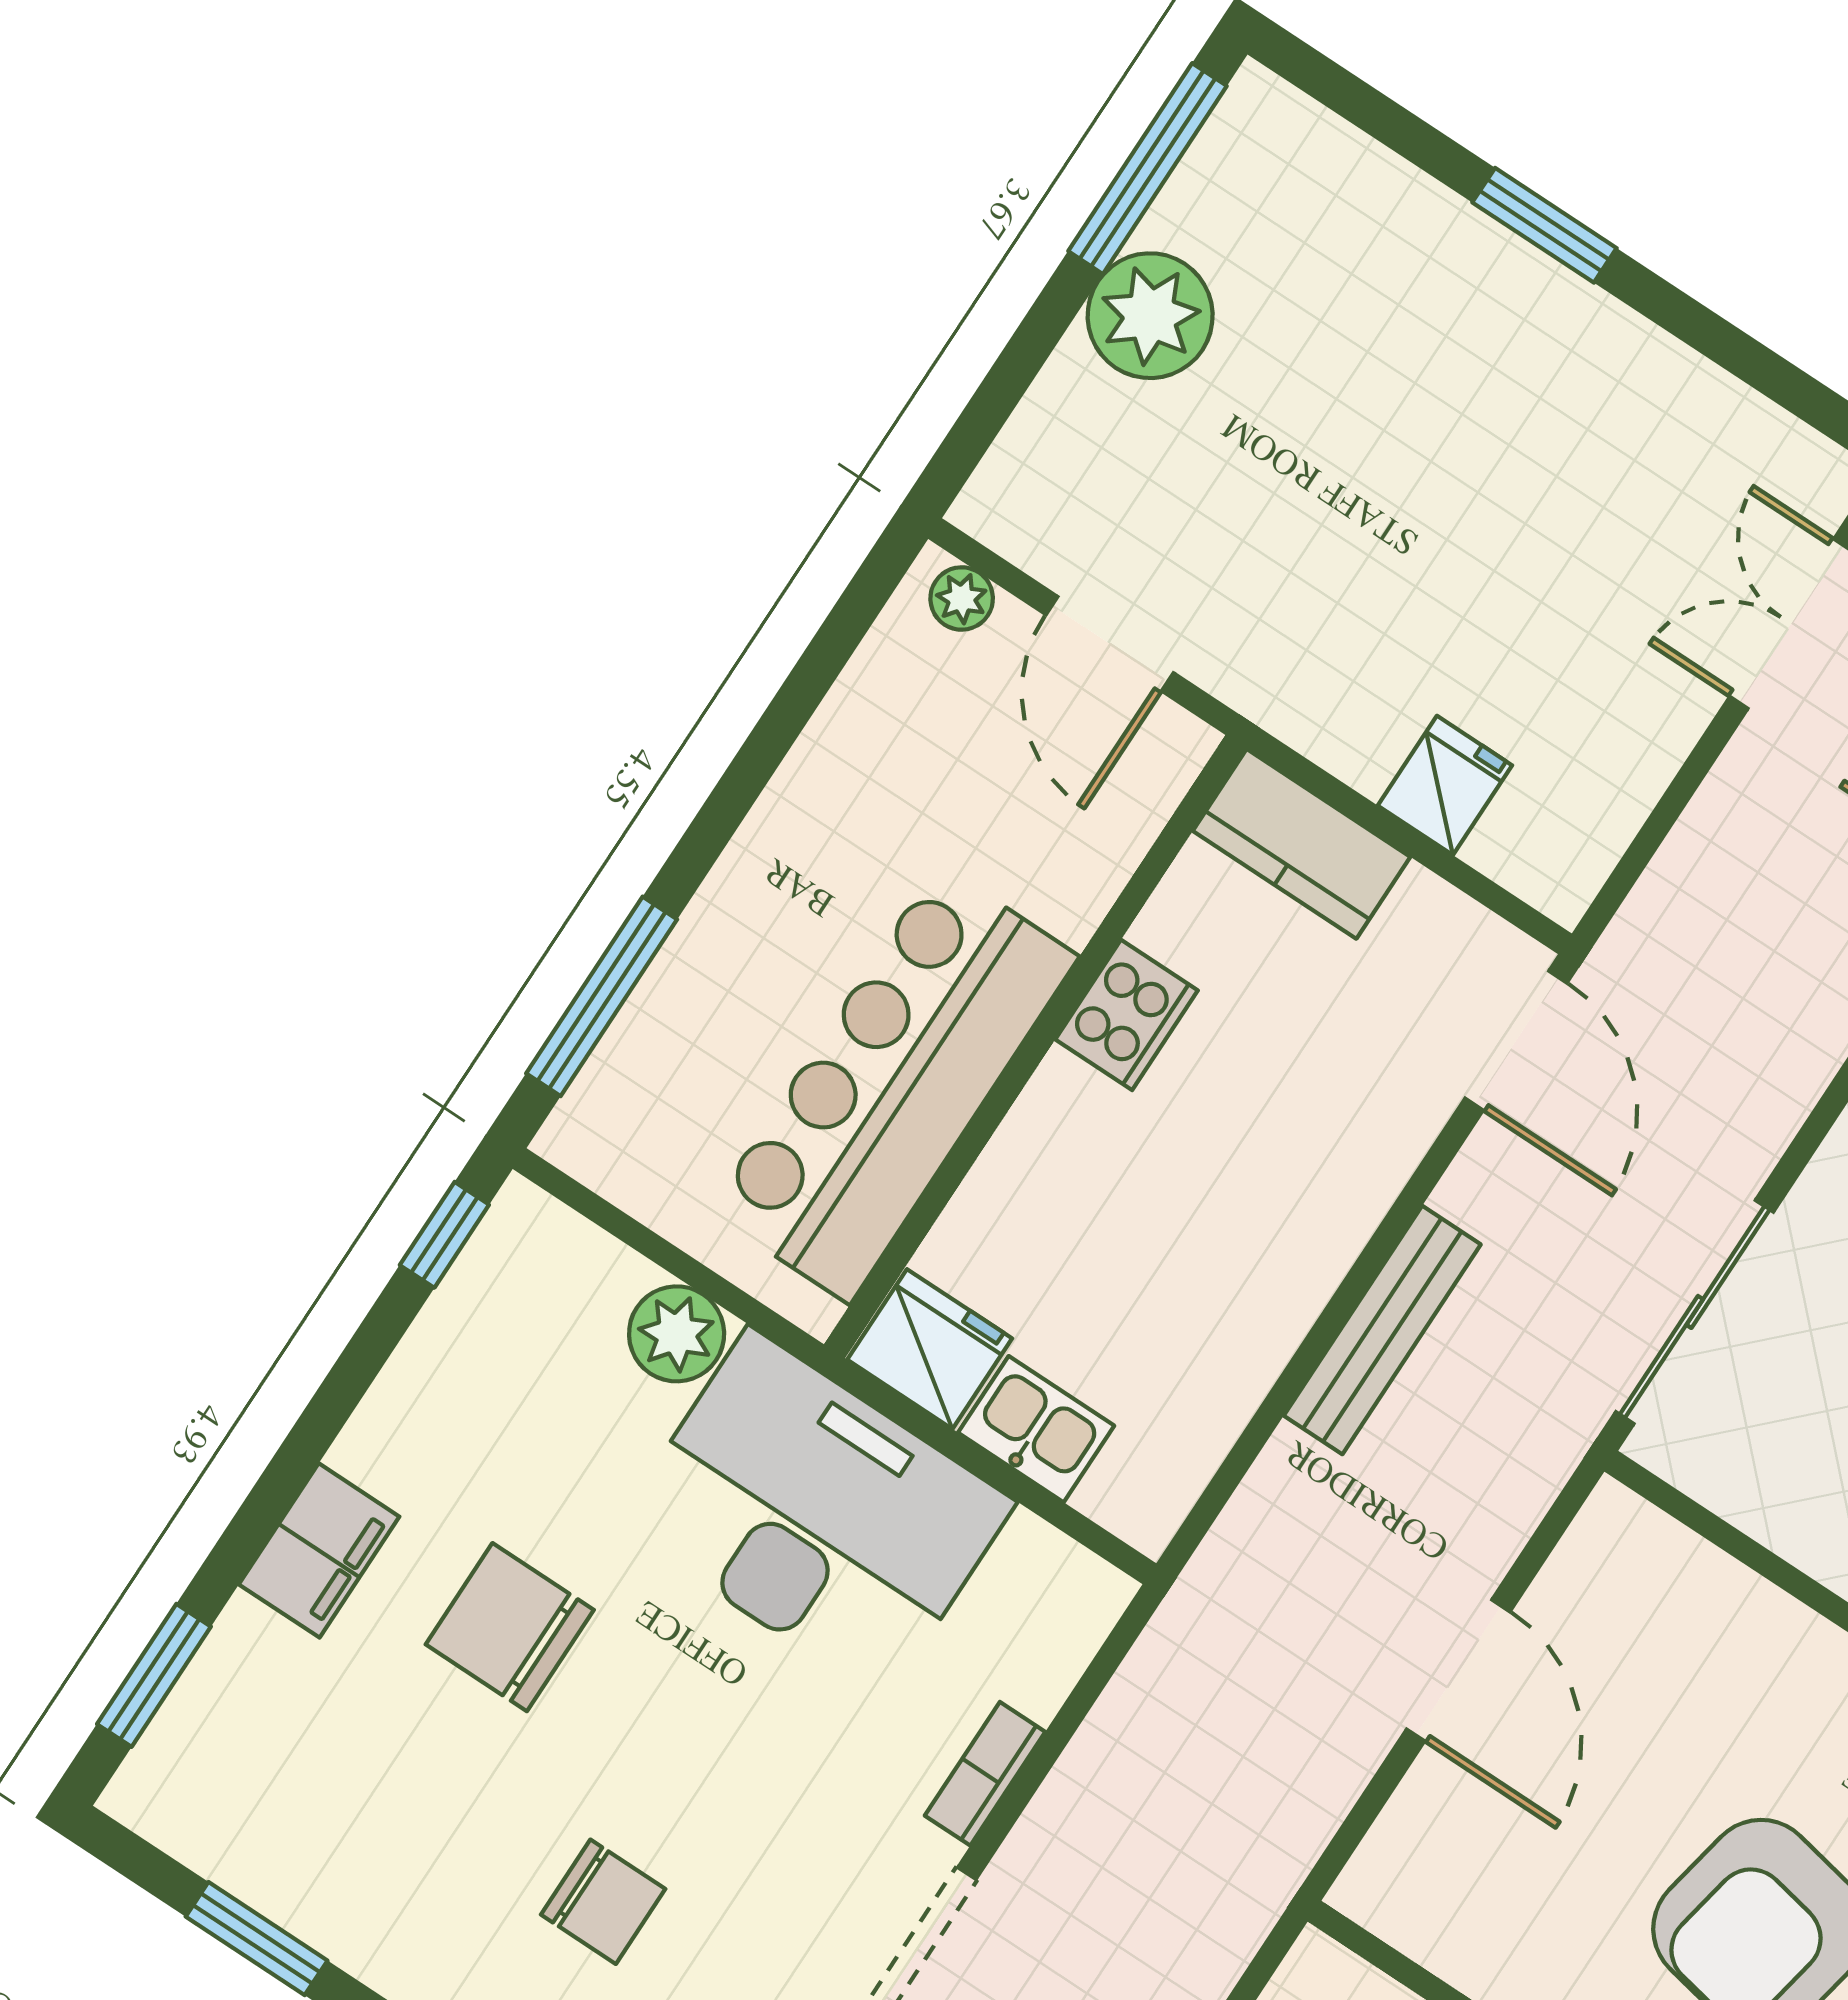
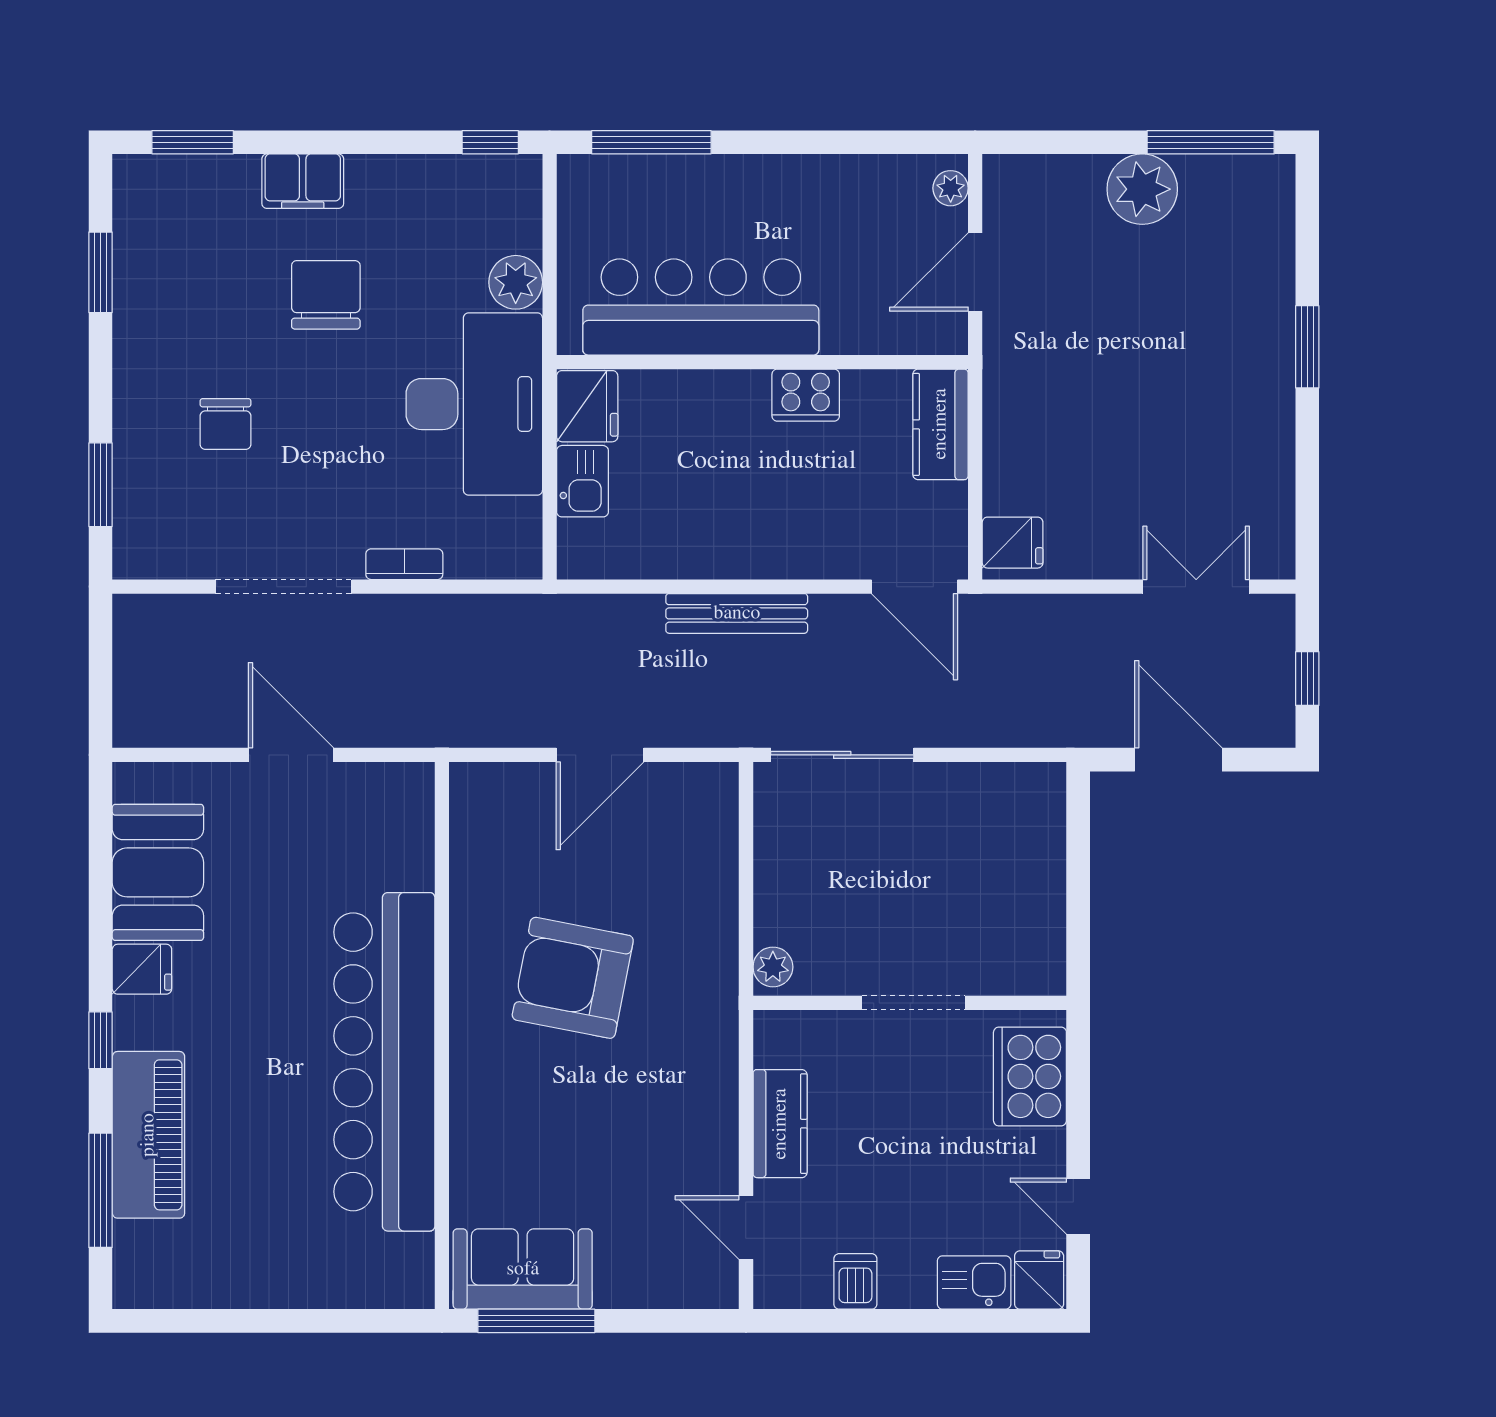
fridge: (1445, 785) -> (1013, 543), moved
door: (1516, 1041) -> (914, 587), hinge flipped

